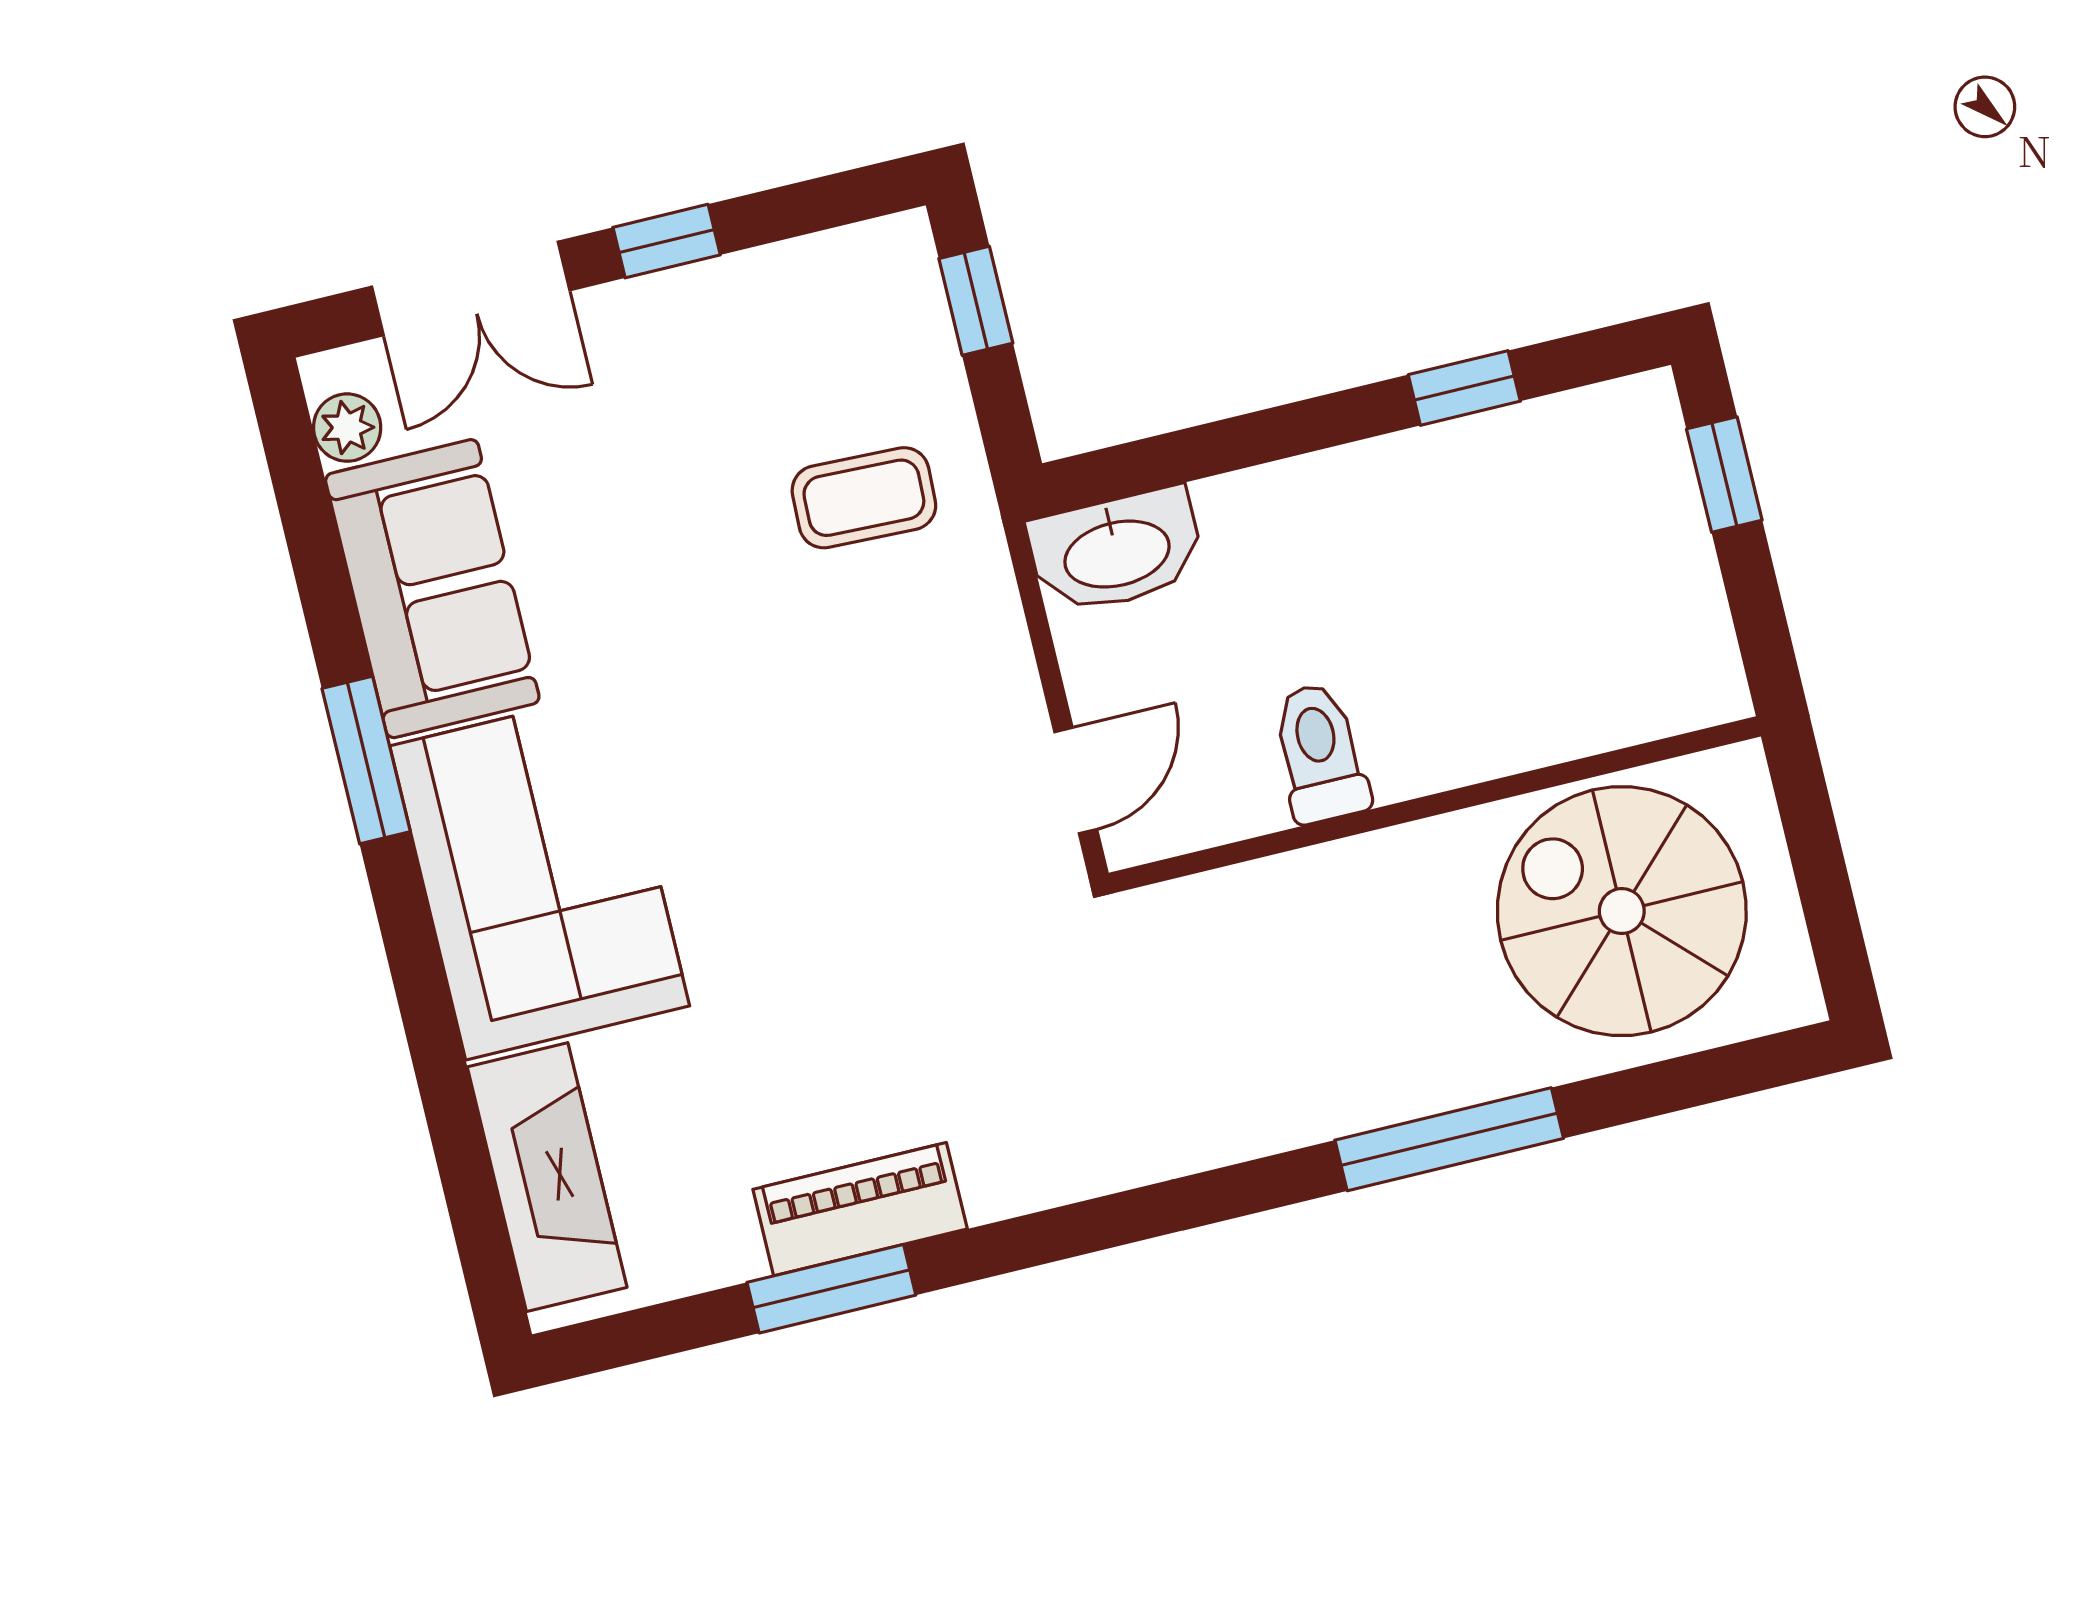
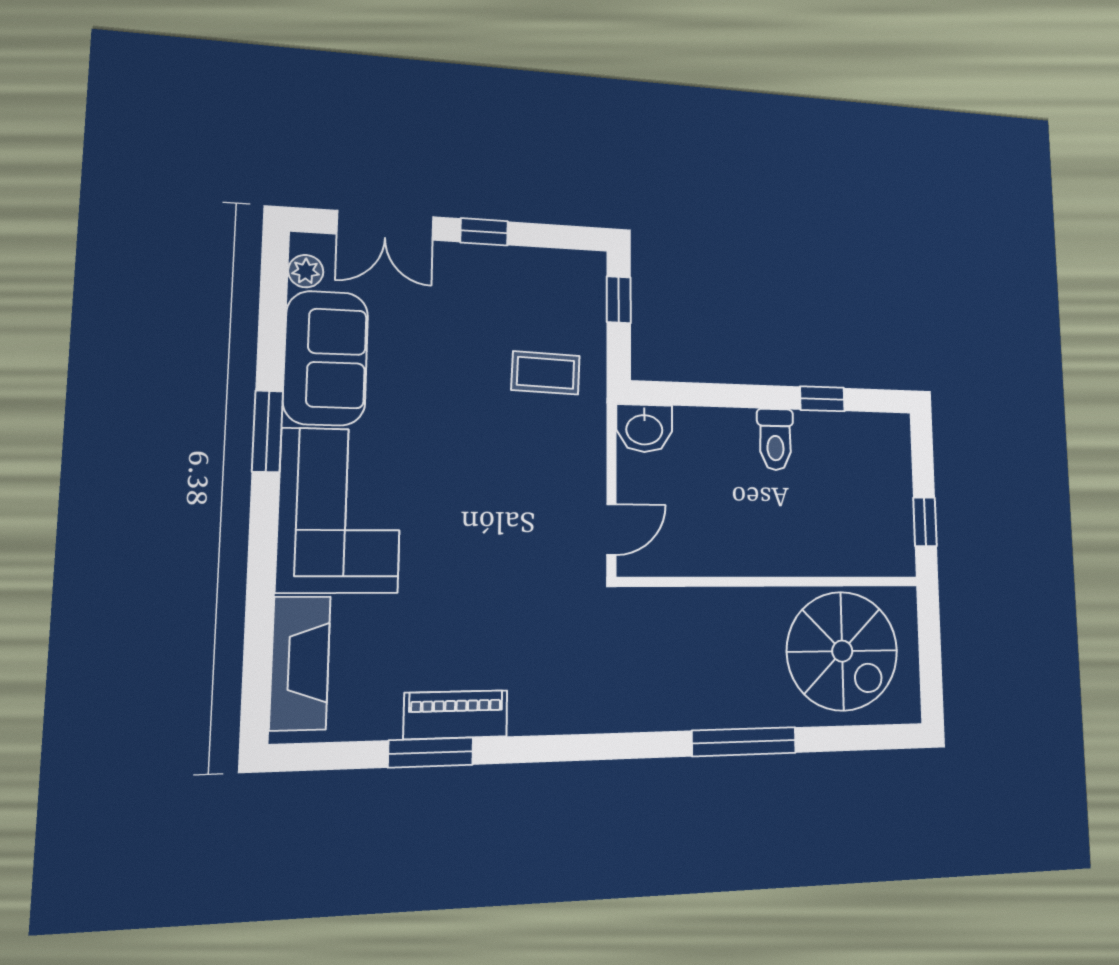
window: (1724, 475) -> (925, 522), moved
washbasin: (1116, 551) -> (644, 428), width x0.72
toilet: (1320, 753) -> (775, 439), moved, turned 180
spiral stairs: (1622, 911) -> (842, 651), turned 180

